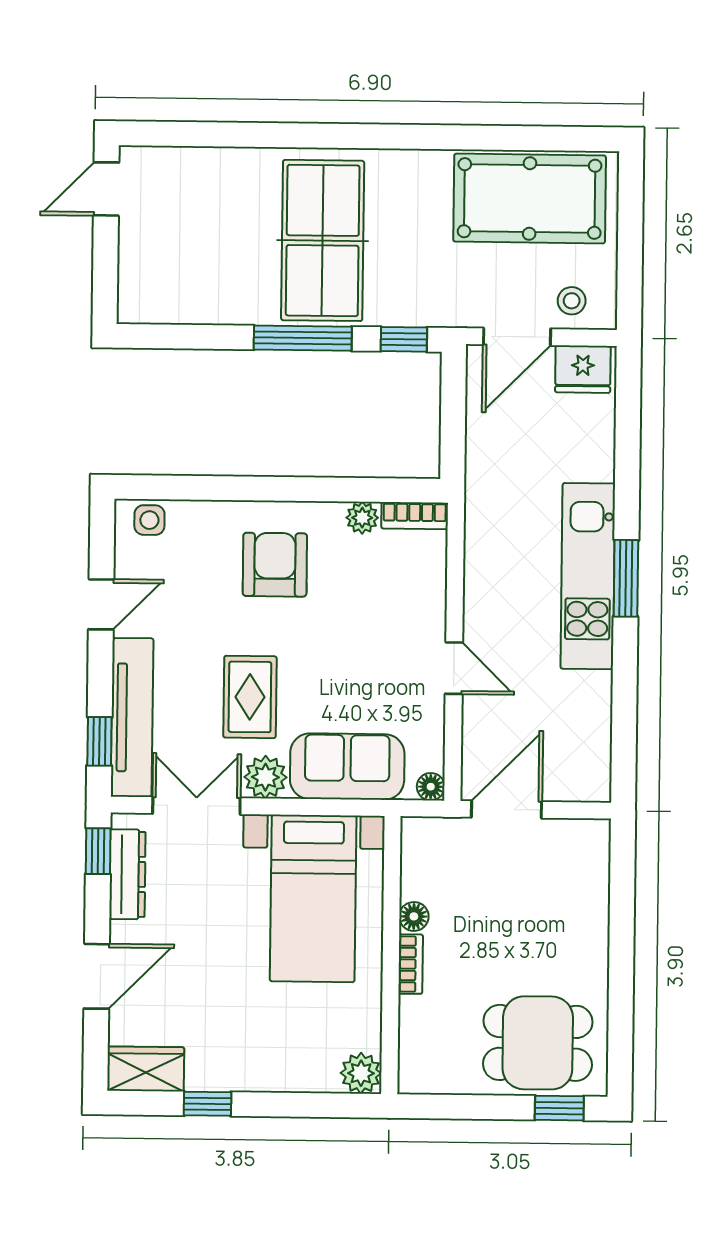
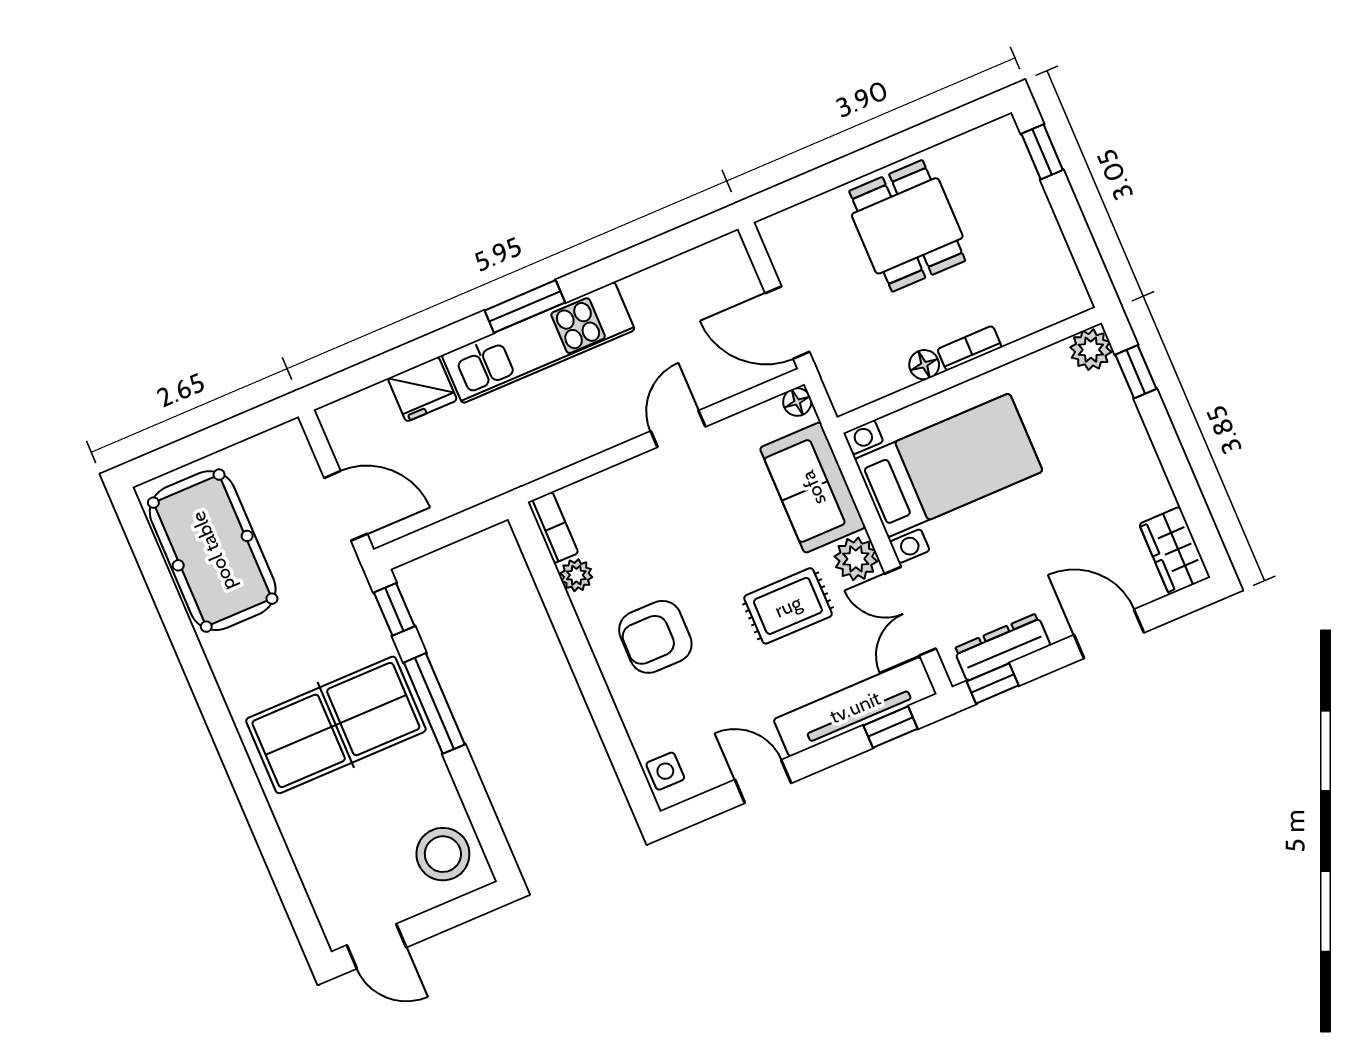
stool: (572, 301) -> (443, 854), moved, width x1.89, depth x1.89
fridge: (583, 369) -> (422, 389), moved, turned 90
dining table: (538, 1043) -> (907, 226), moved
window: (207, 1104) -> (1136, 372), moved

